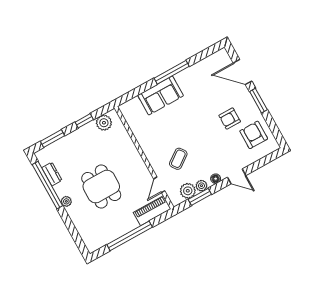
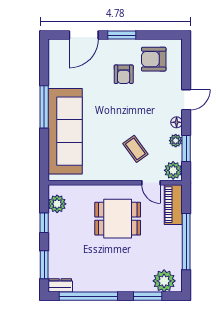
sofa: (161, 96) -> (65, 131), width x1.85, depth x1.27
dresser: (52, 174) -> (60, 285), moved
dining table: (101, 187) -> (118, 219), moved
plant: (188, 191) -> (173, 170), moved
plant: (66, 201) -> (164, 281), moved, width x1.87, depth x1.87
window: (72, 230) -> (148, 296), added

